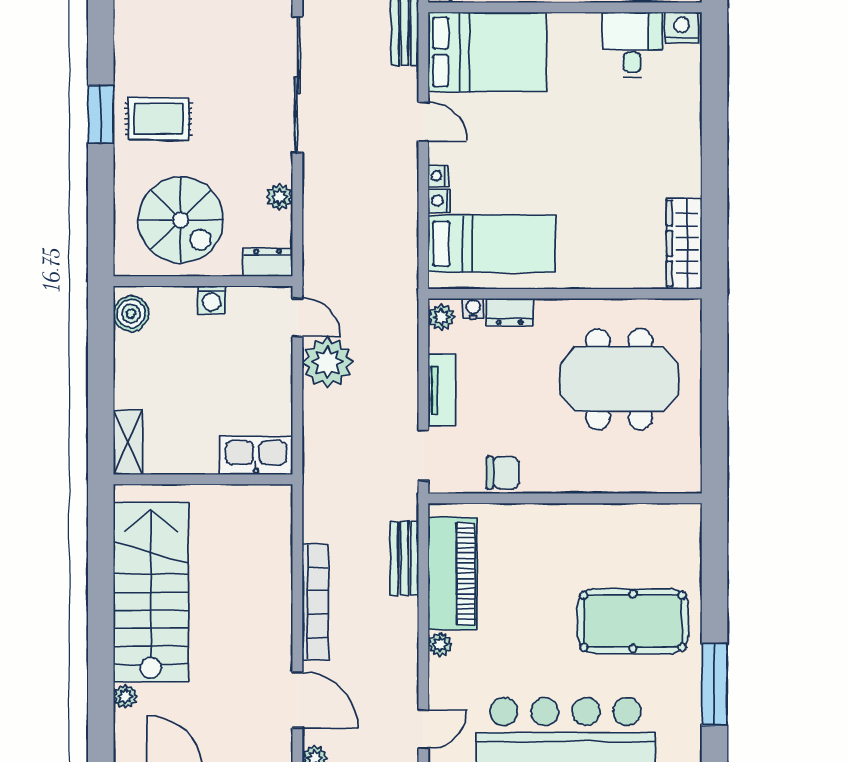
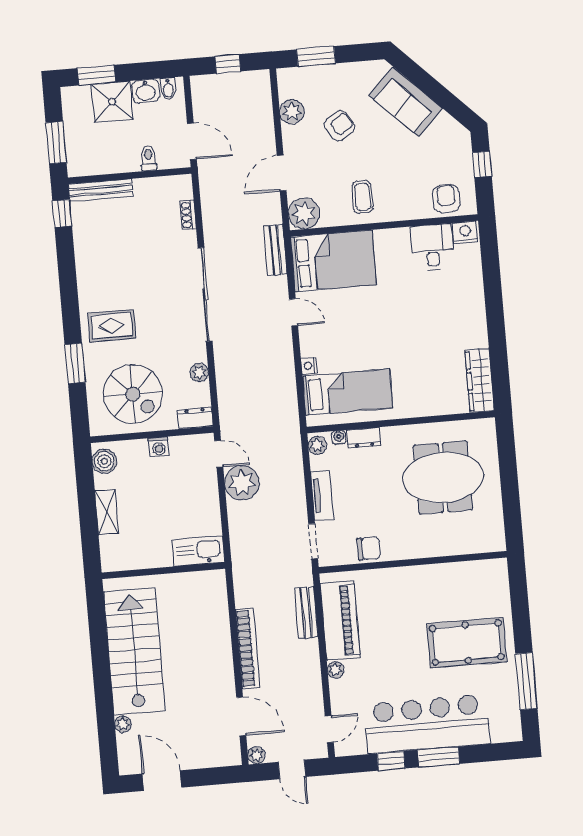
window: (101, 114) -> (75, 363), moved
nightstand: (438, 176) -> (307, 349), removed
shelving: (128, 442) -> (107, 512), moved

